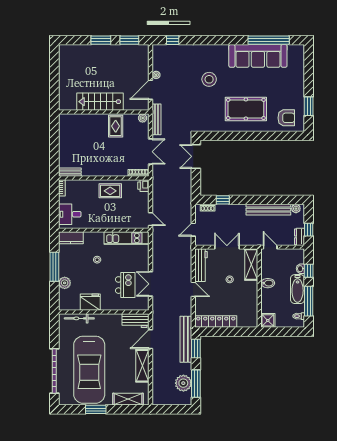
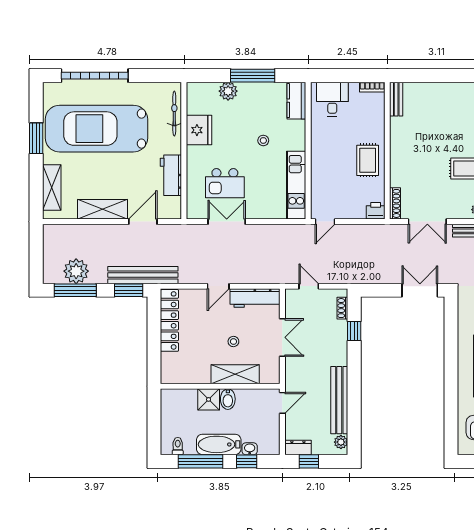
shelving: (251, 265) -> (235, 374), moved
shower: (268, 320) -> (209, 399), moved
workbench: (136, 321) -> (171, 175), moved
door: (151, 339) -> (143, 222), hinge flipped

